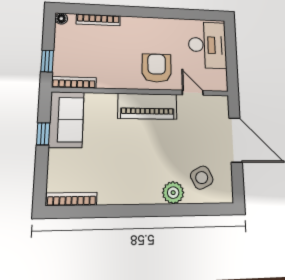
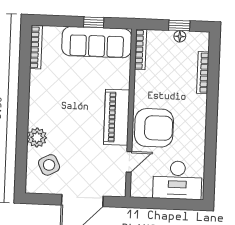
floor lamp: (61, 19) -> (180, 36), moved
window: (47, 61) -> (179, 26), moved
armchair: (157, 68) -> (154, 128), width x1.36, depth x1.36
sofa: (66, 120) -> (97, 42), width x1.36

